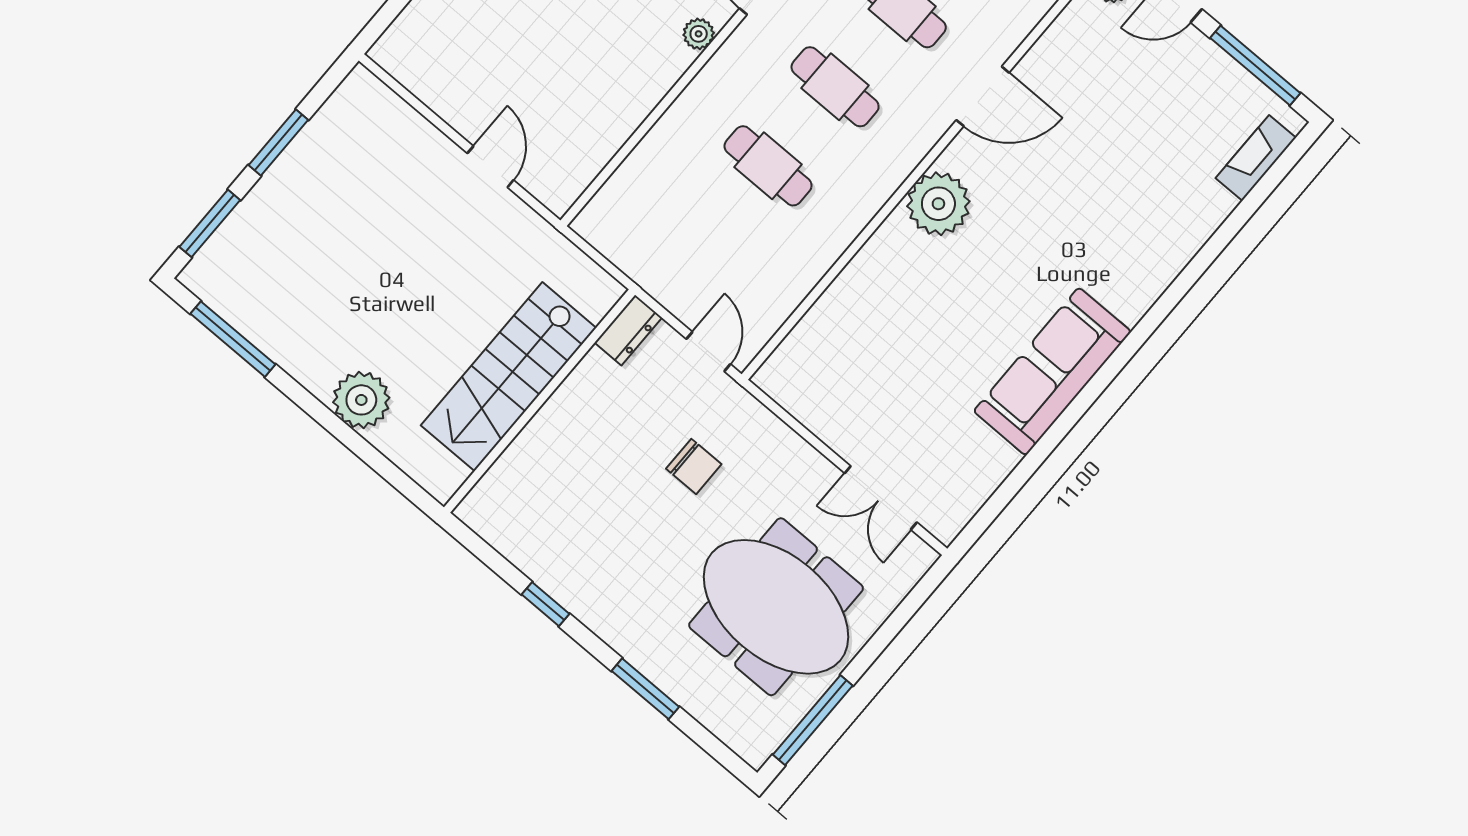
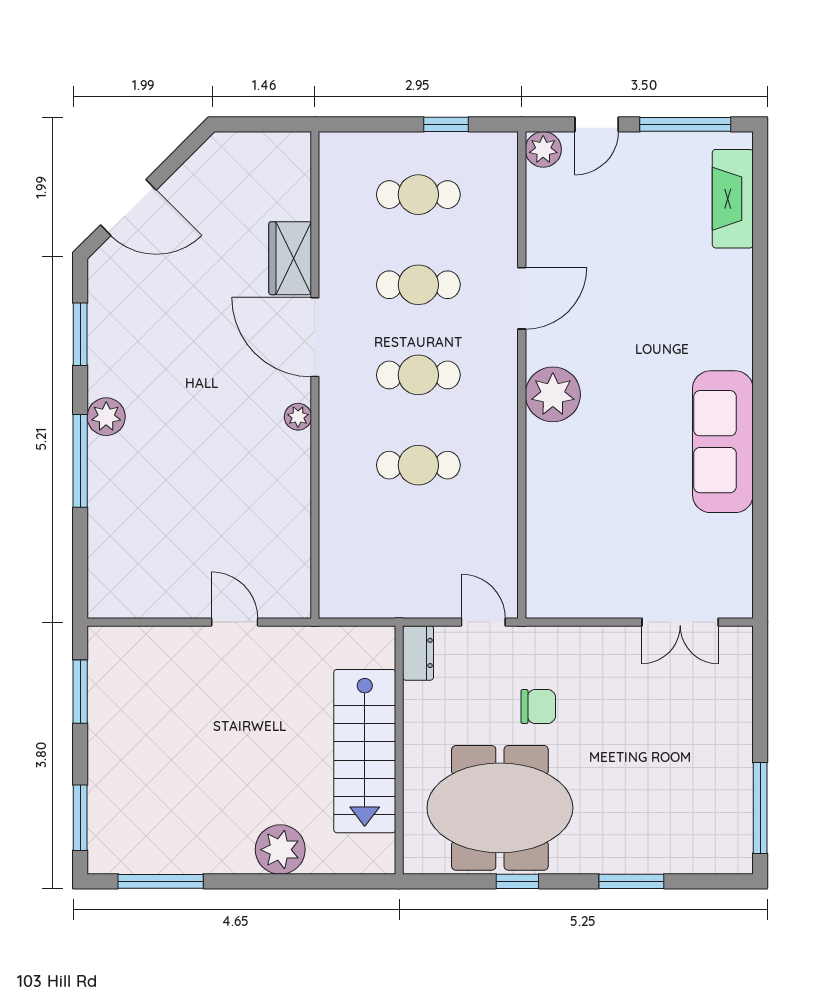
window: (278, 142) -> (80, 692), moved
fireplace: (1256, 158) -> (733, 199), width x1.37, depth x1.32
meeting table: (776, 607) -> (500, 808), moved

